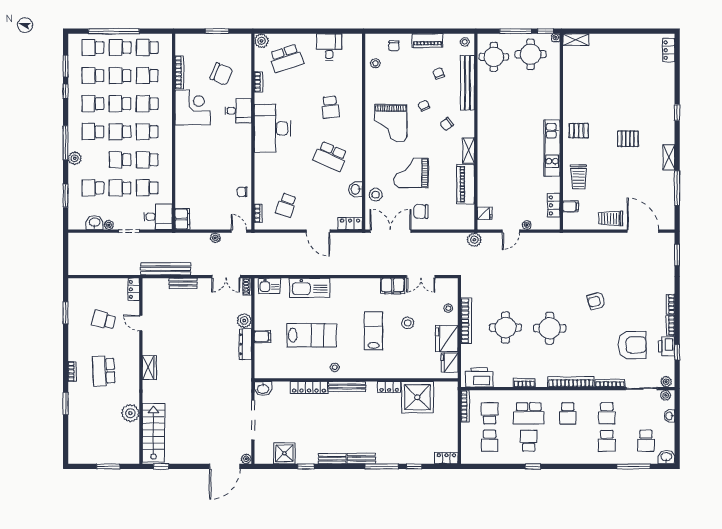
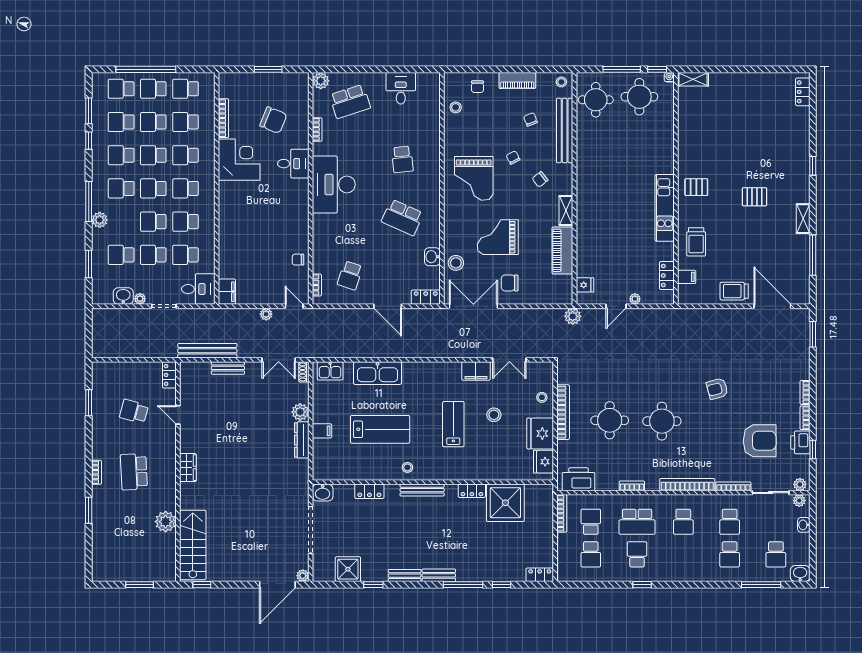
locker: (309, 387) -> (369, 491), width x0.66

